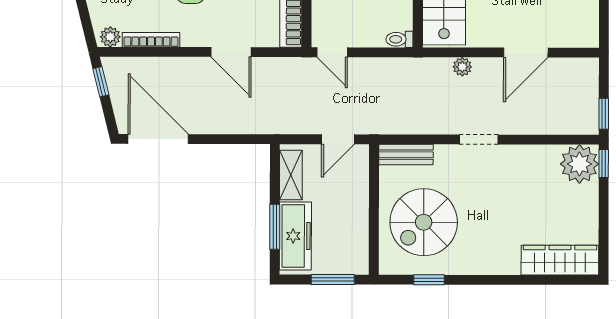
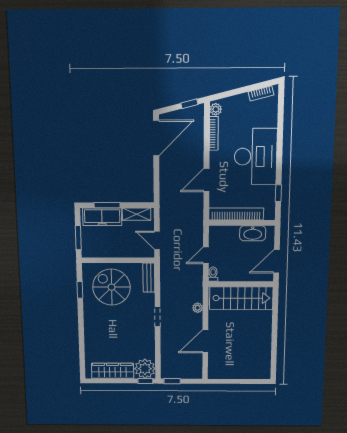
door: (332, 52) -> (206, 255), moved
door: (526, 53) -> (205, 341), hinge flipped
wardrobe: (560, 260) -> (113, 371), moved, turned -90

